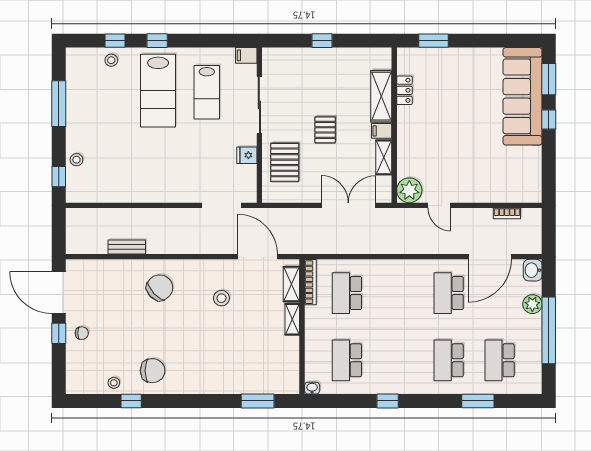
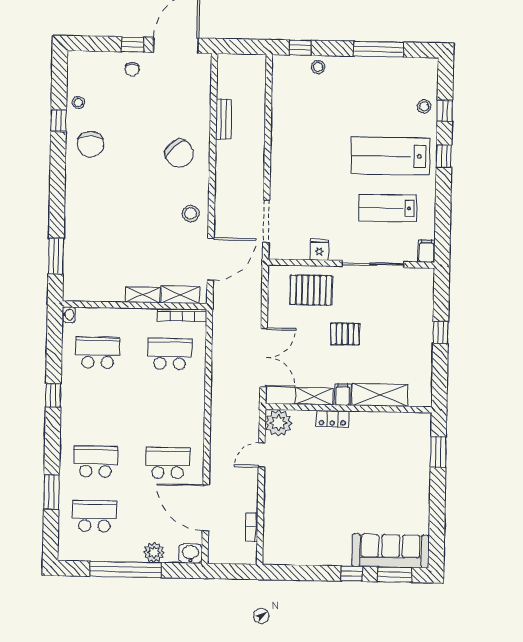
locker: (404, 90) -> (332, 419), moved
sofa: (523, 96) -> (391, 551), width x0.74, depth x0.79
stool: (221, 298) -> (191, 214), moved

